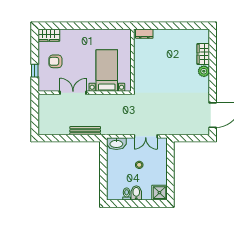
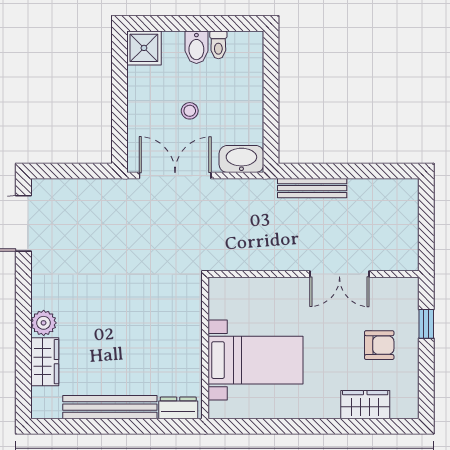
bench: (174, 34) -> (110, 407), added
wardrobe: (49, 35) -> (365, 405), moved
bed with nightstands: (107, 70) -> (255, 360), moved, turned -90
double door: (146, 136) -> (175, 176), width x1.37

